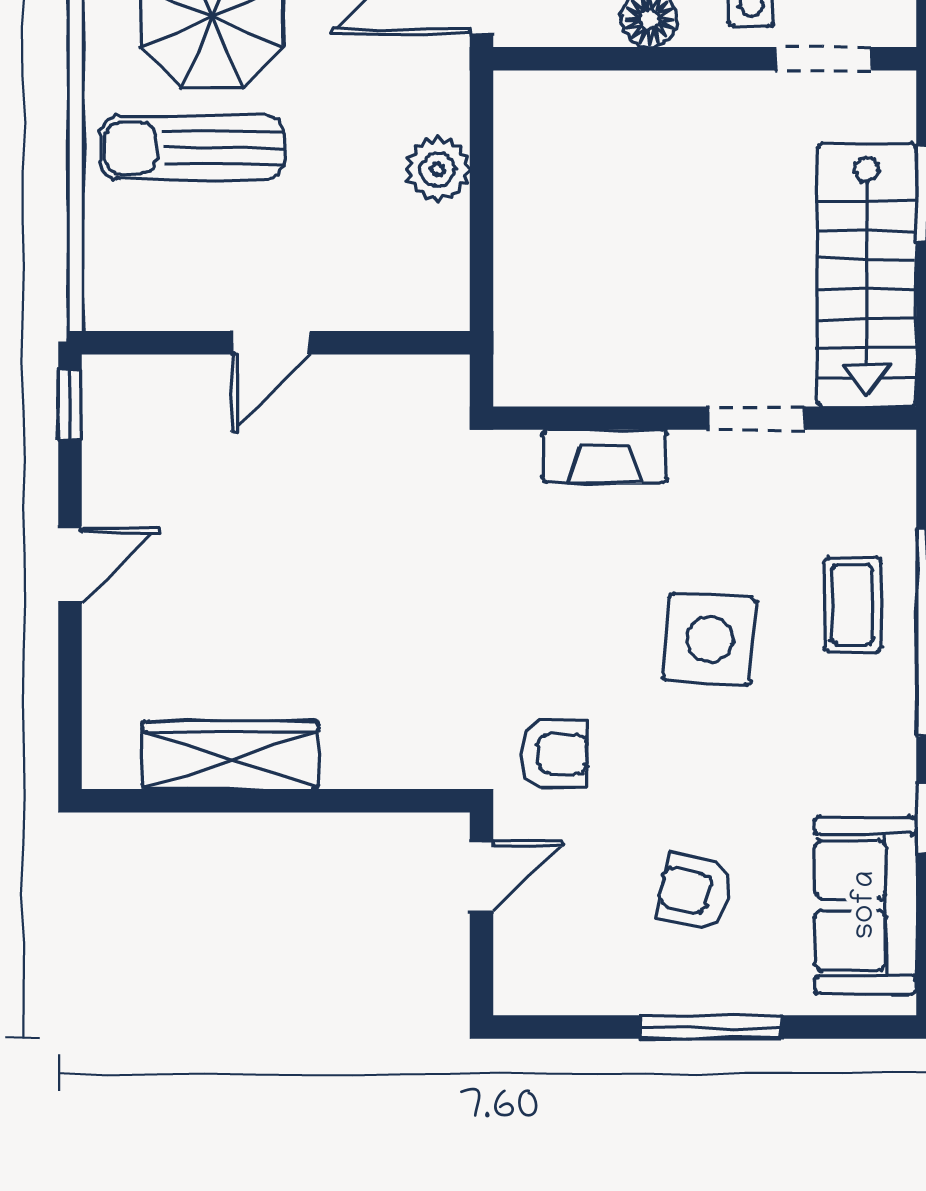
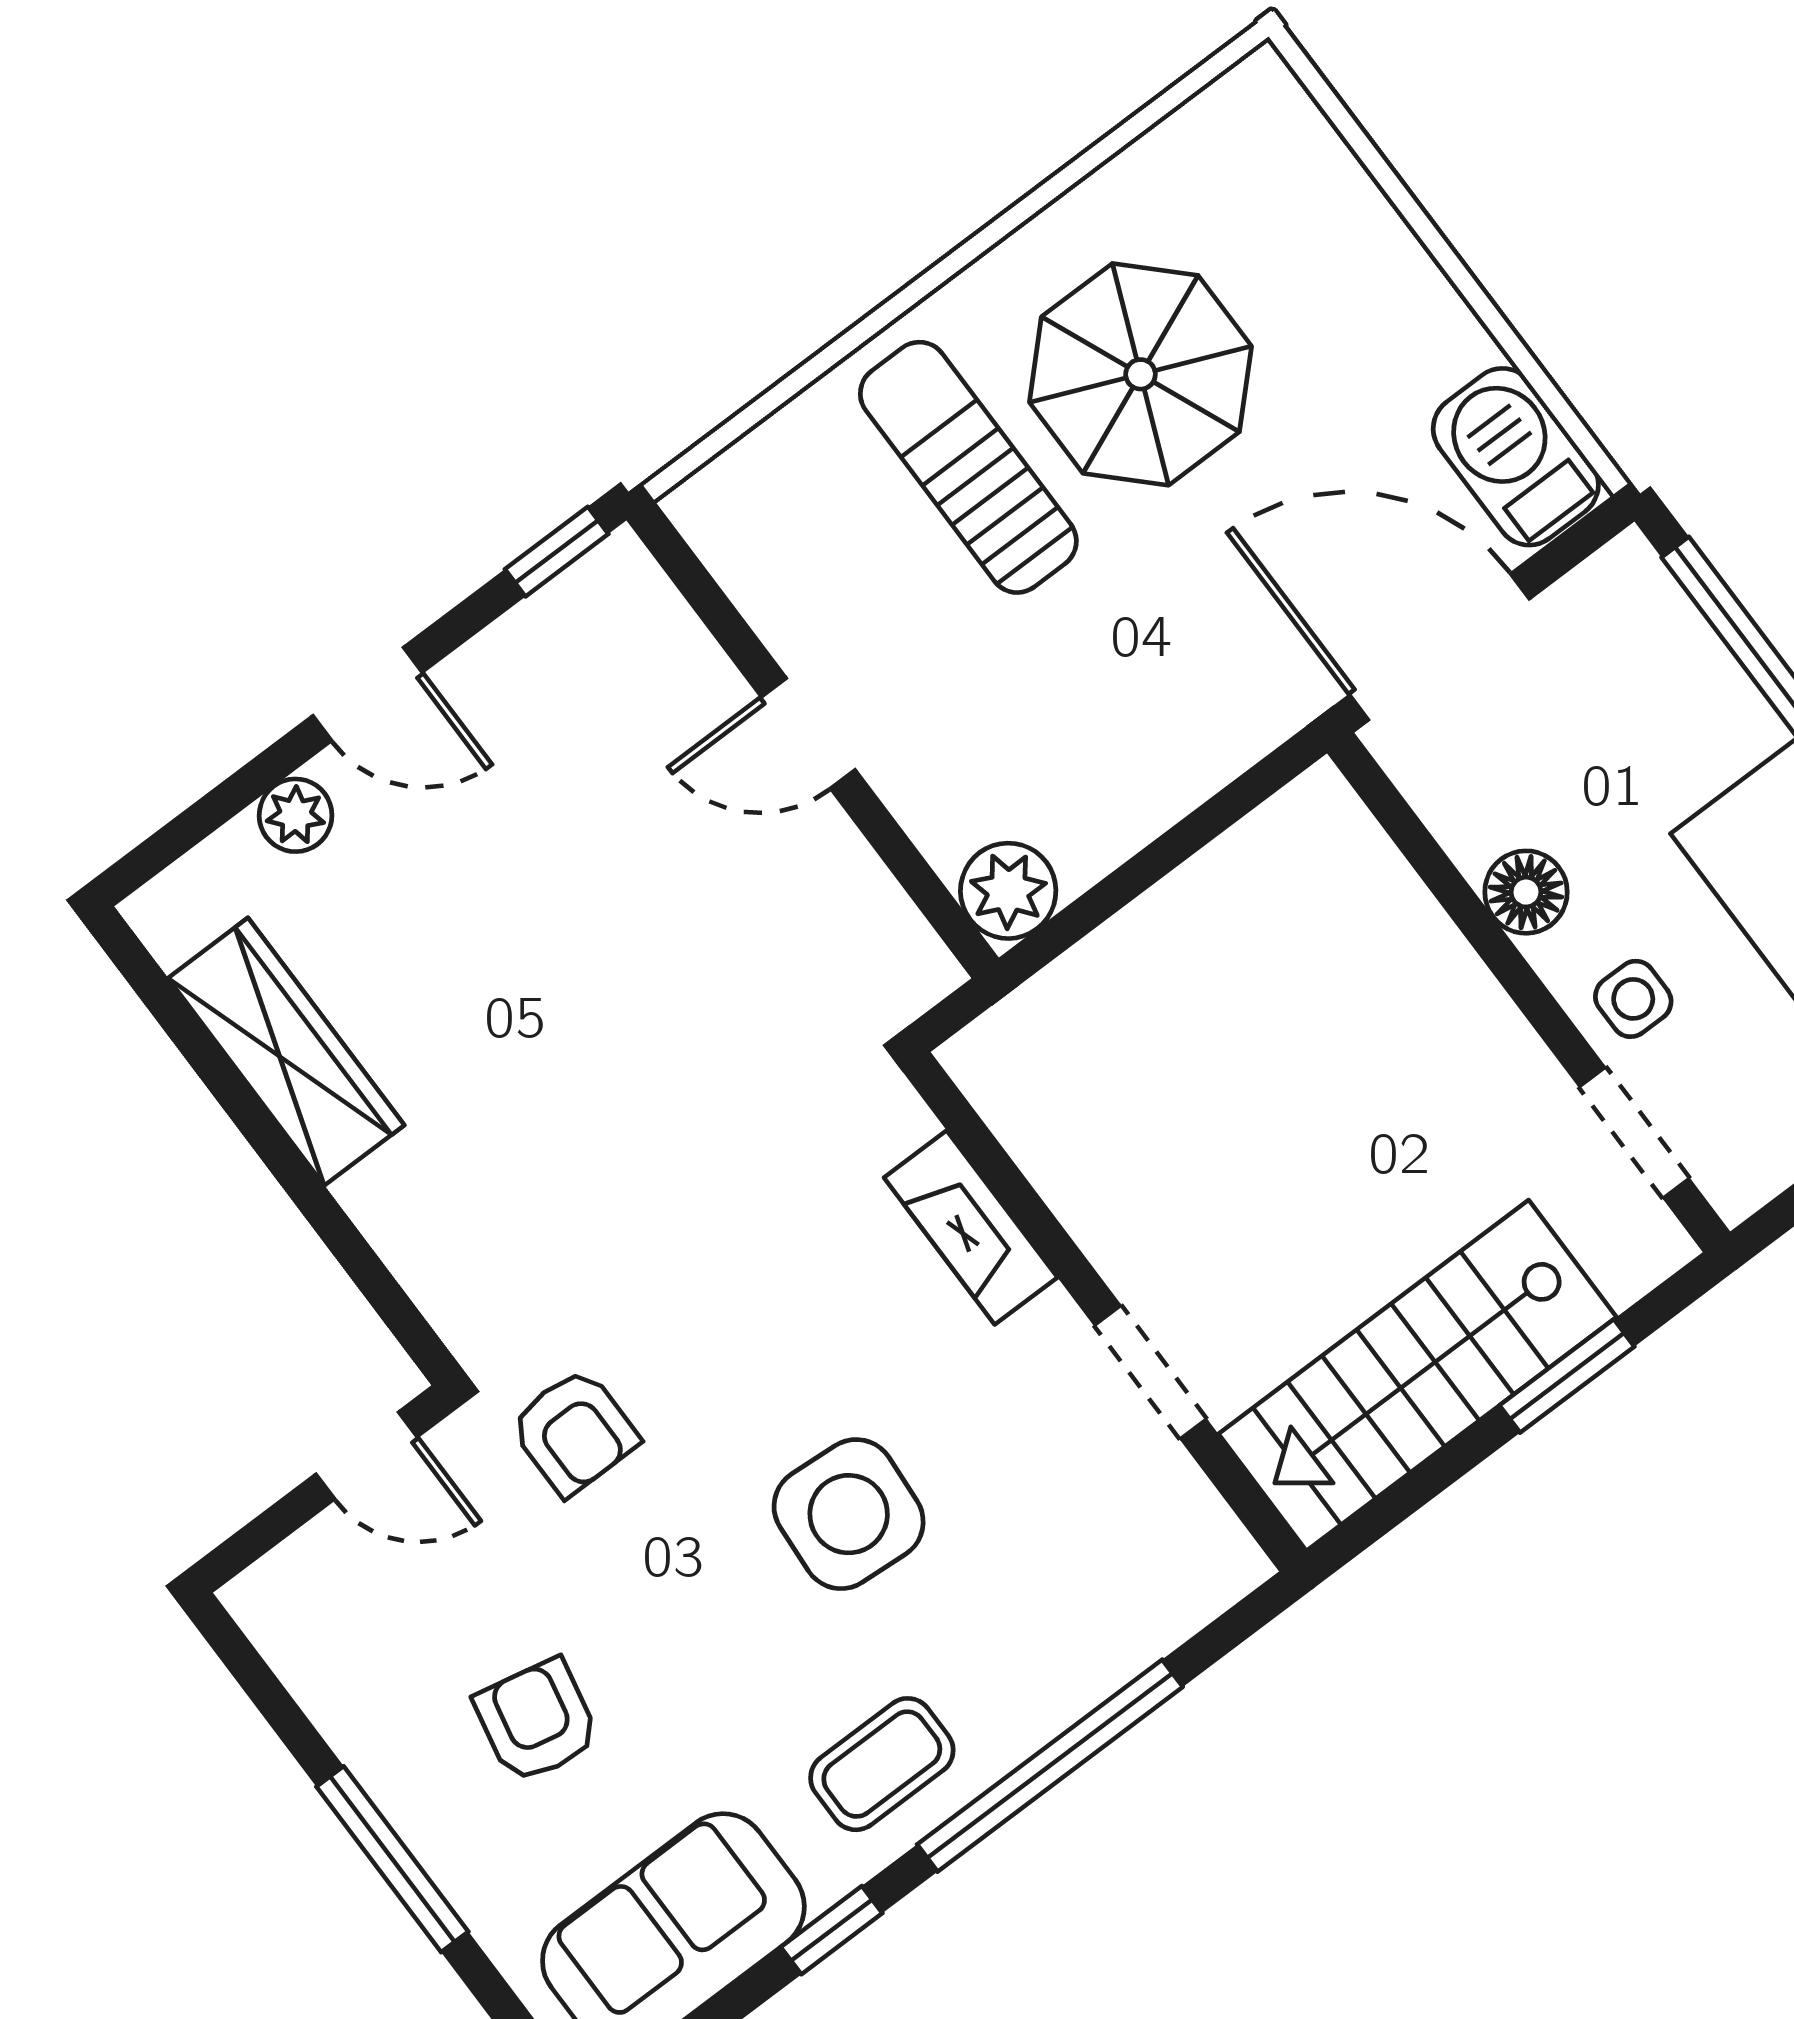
plant: (438, 170) -> (1008, 891), moved
coffee table: (852, 605) -> (882, 1764), moved
plant: (106, 654) -> (296, 815), added

